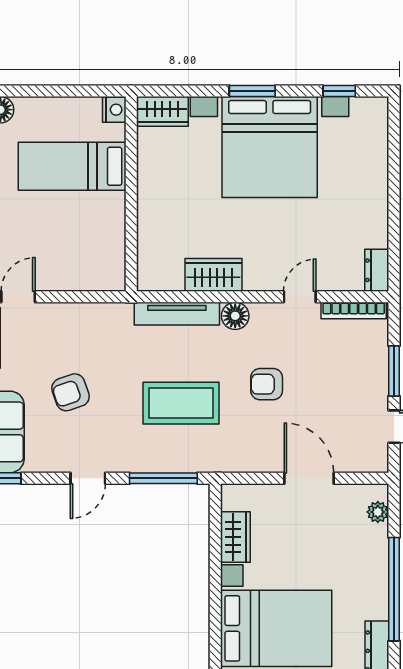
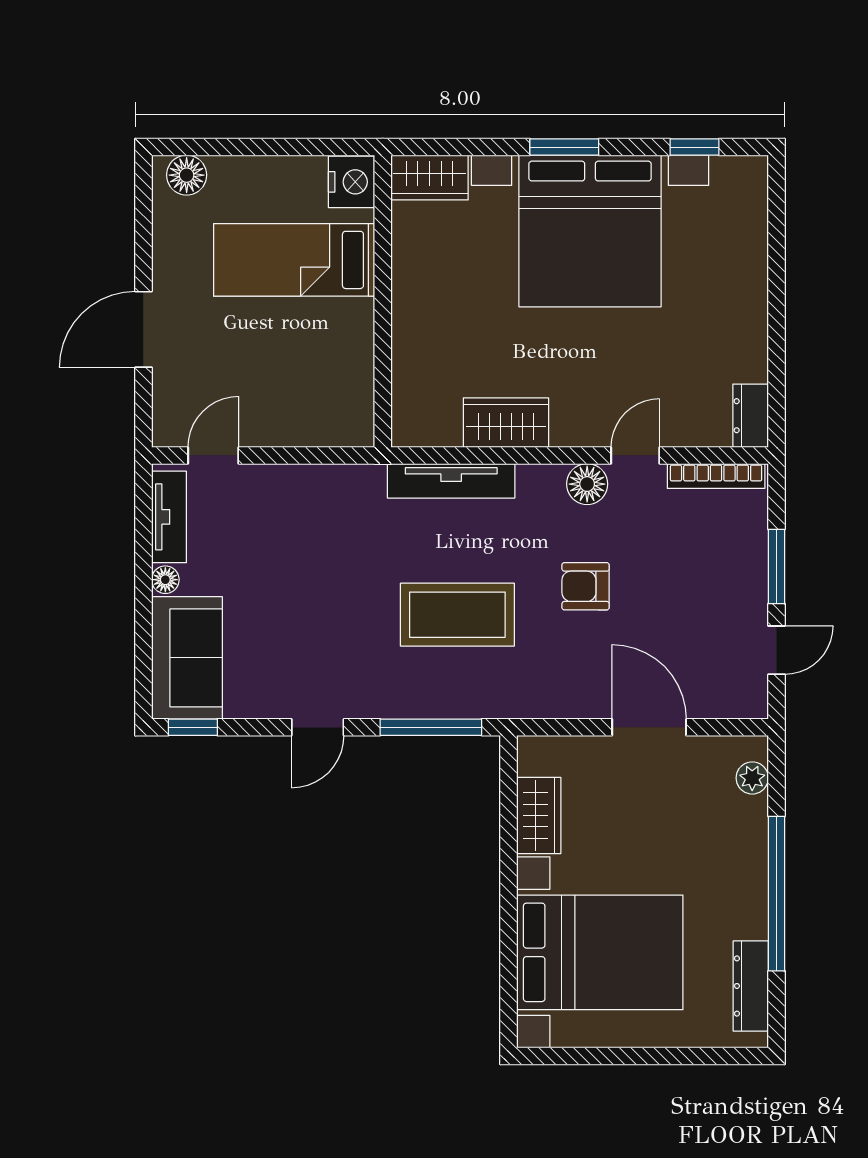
nightstand: (114, 110) -> (352, 182), width x1.36, depth x1.33
floor lamp: (235, 316) -> (587, 484), moved
armchair: (71, 392) -> (292, 599), removed

